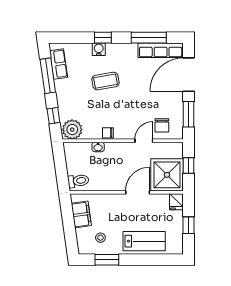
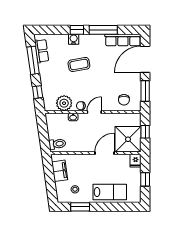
window: (149, 38) -> (103, 30), moved
plant: (72, 130) -> (64, 103), moved
door: (144, 141) -> (94, 112), moved

